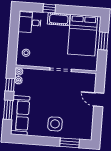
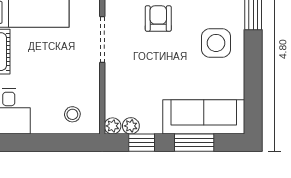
armchair: (69, 97) -> (158, 18), added

